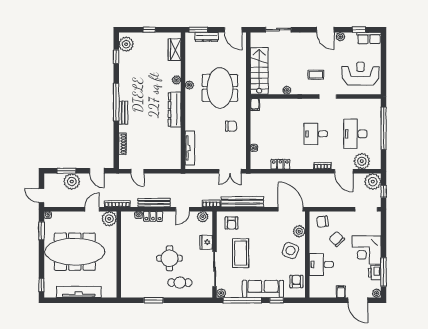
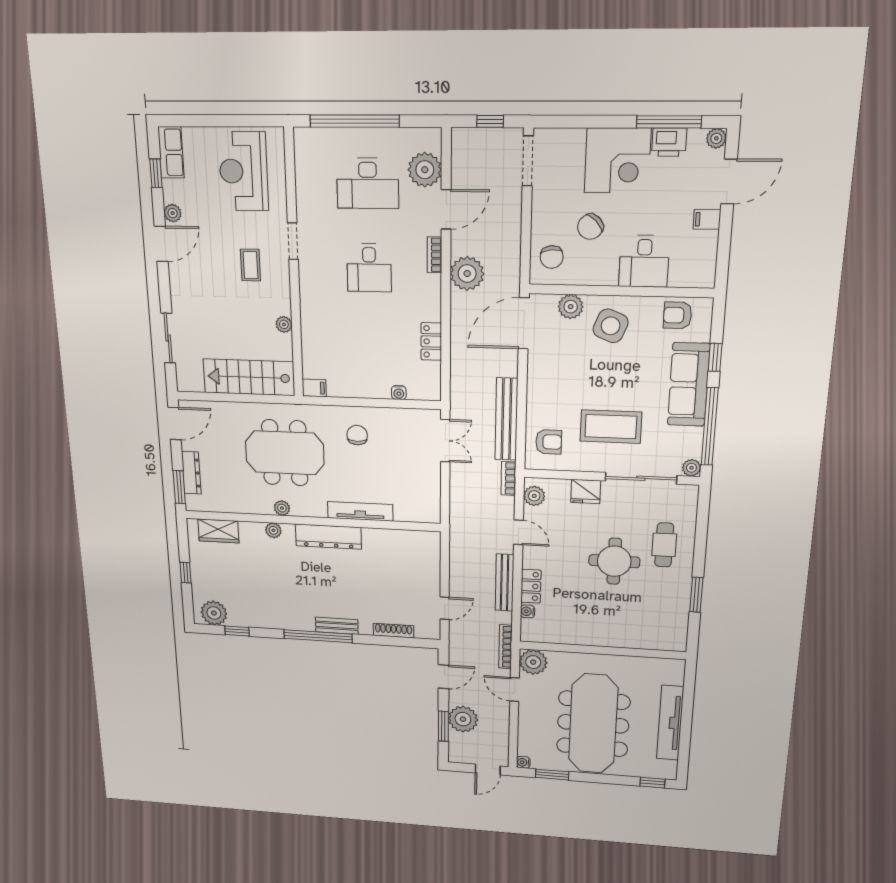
tv unit: (190, 148) -> (360, 511), moved
plant: (373, 182) -> (467, 273), moved

